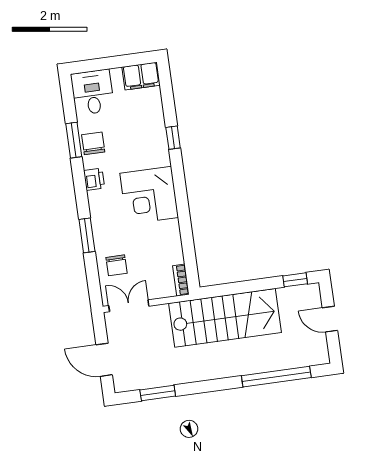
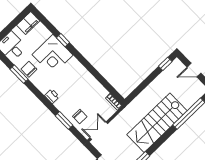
printer: (94, 179) -> (52, 96), moved
corner desk: (149, 195) -> (53, 55), moved
window: (87, 235) -> (64, 120), moved
stairs: (225, 318) -> (157, 123), moved, turned 180

